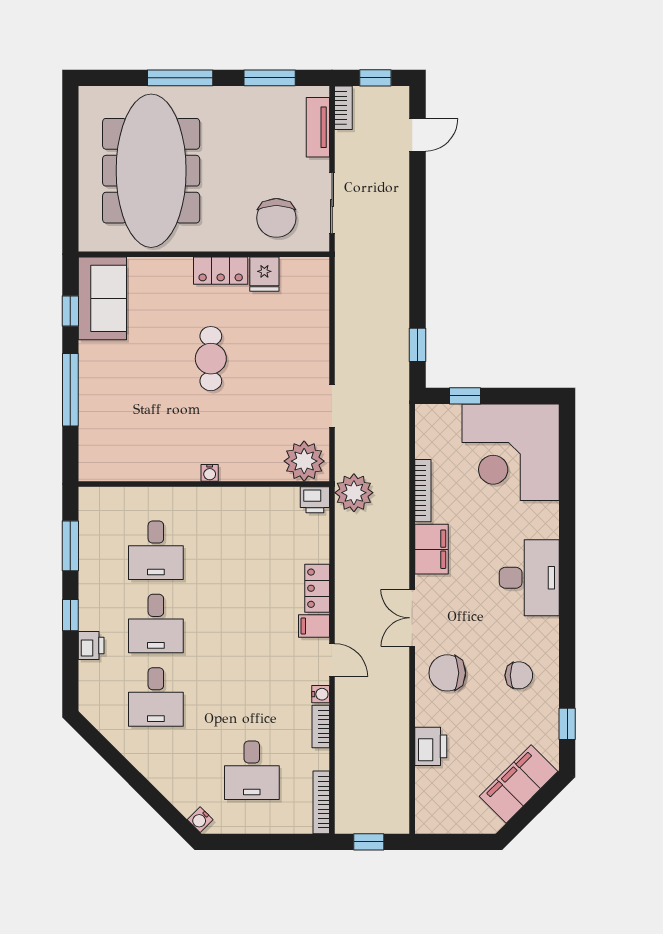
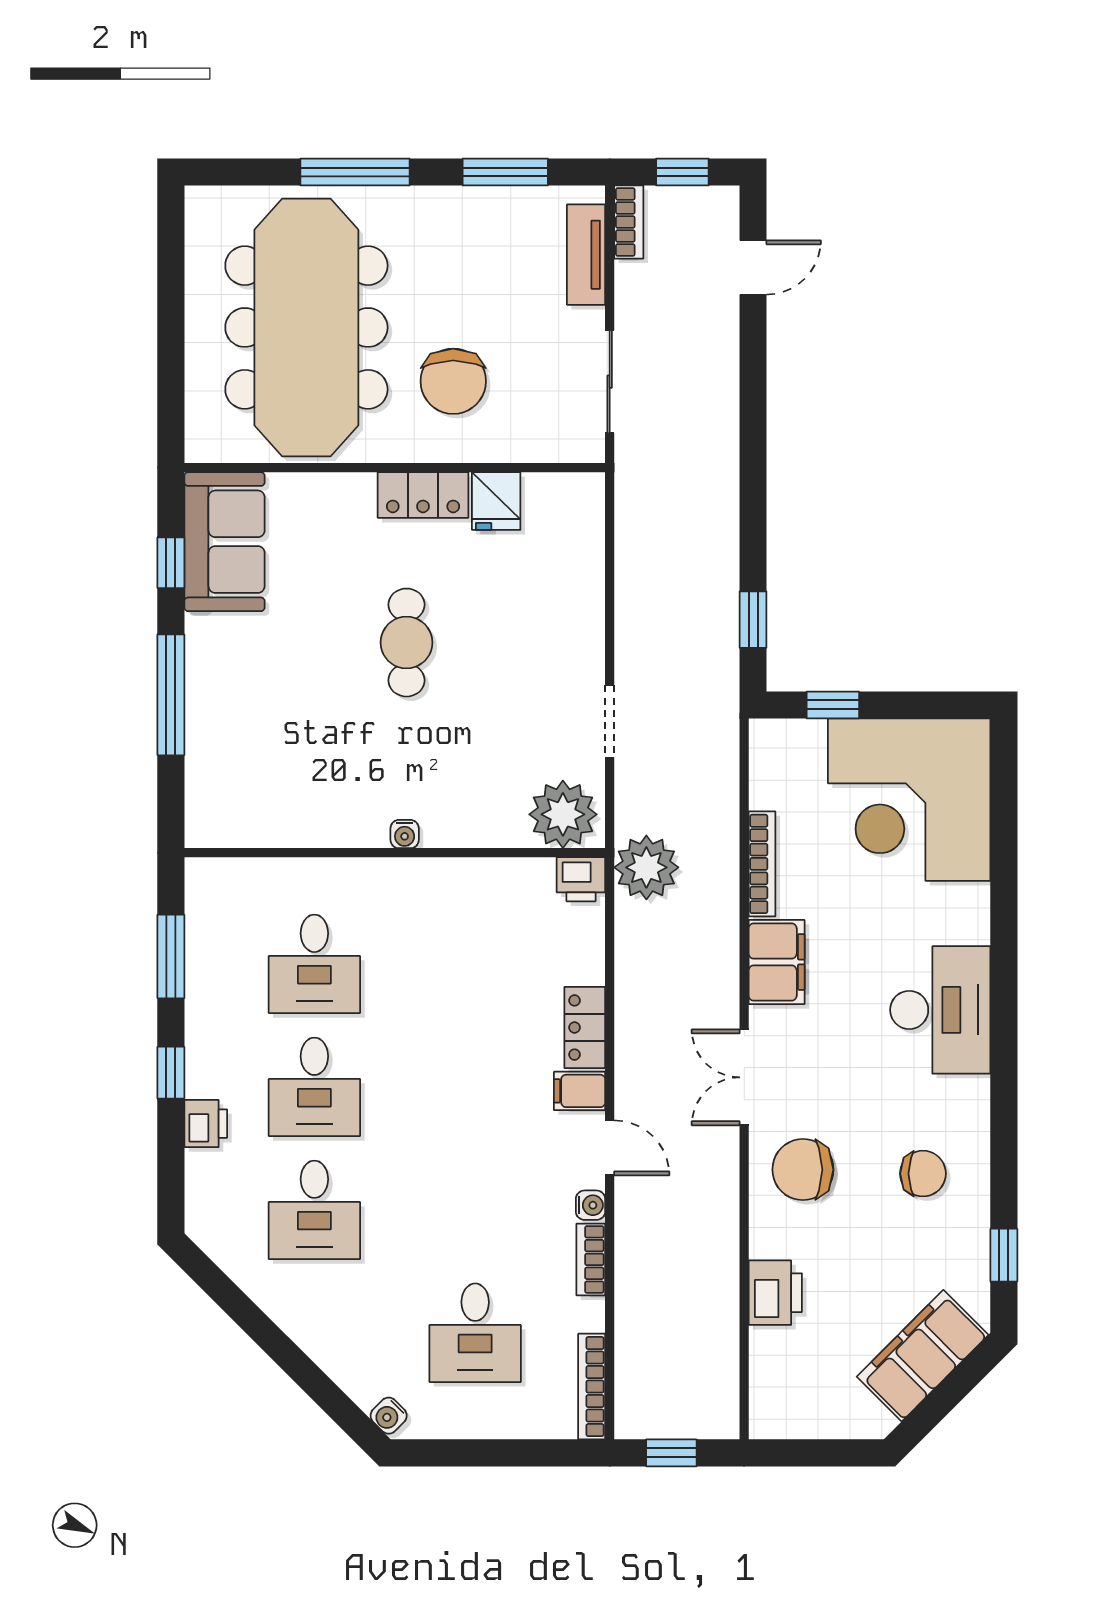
chair: (276, 218) -> (453, 381), moved

